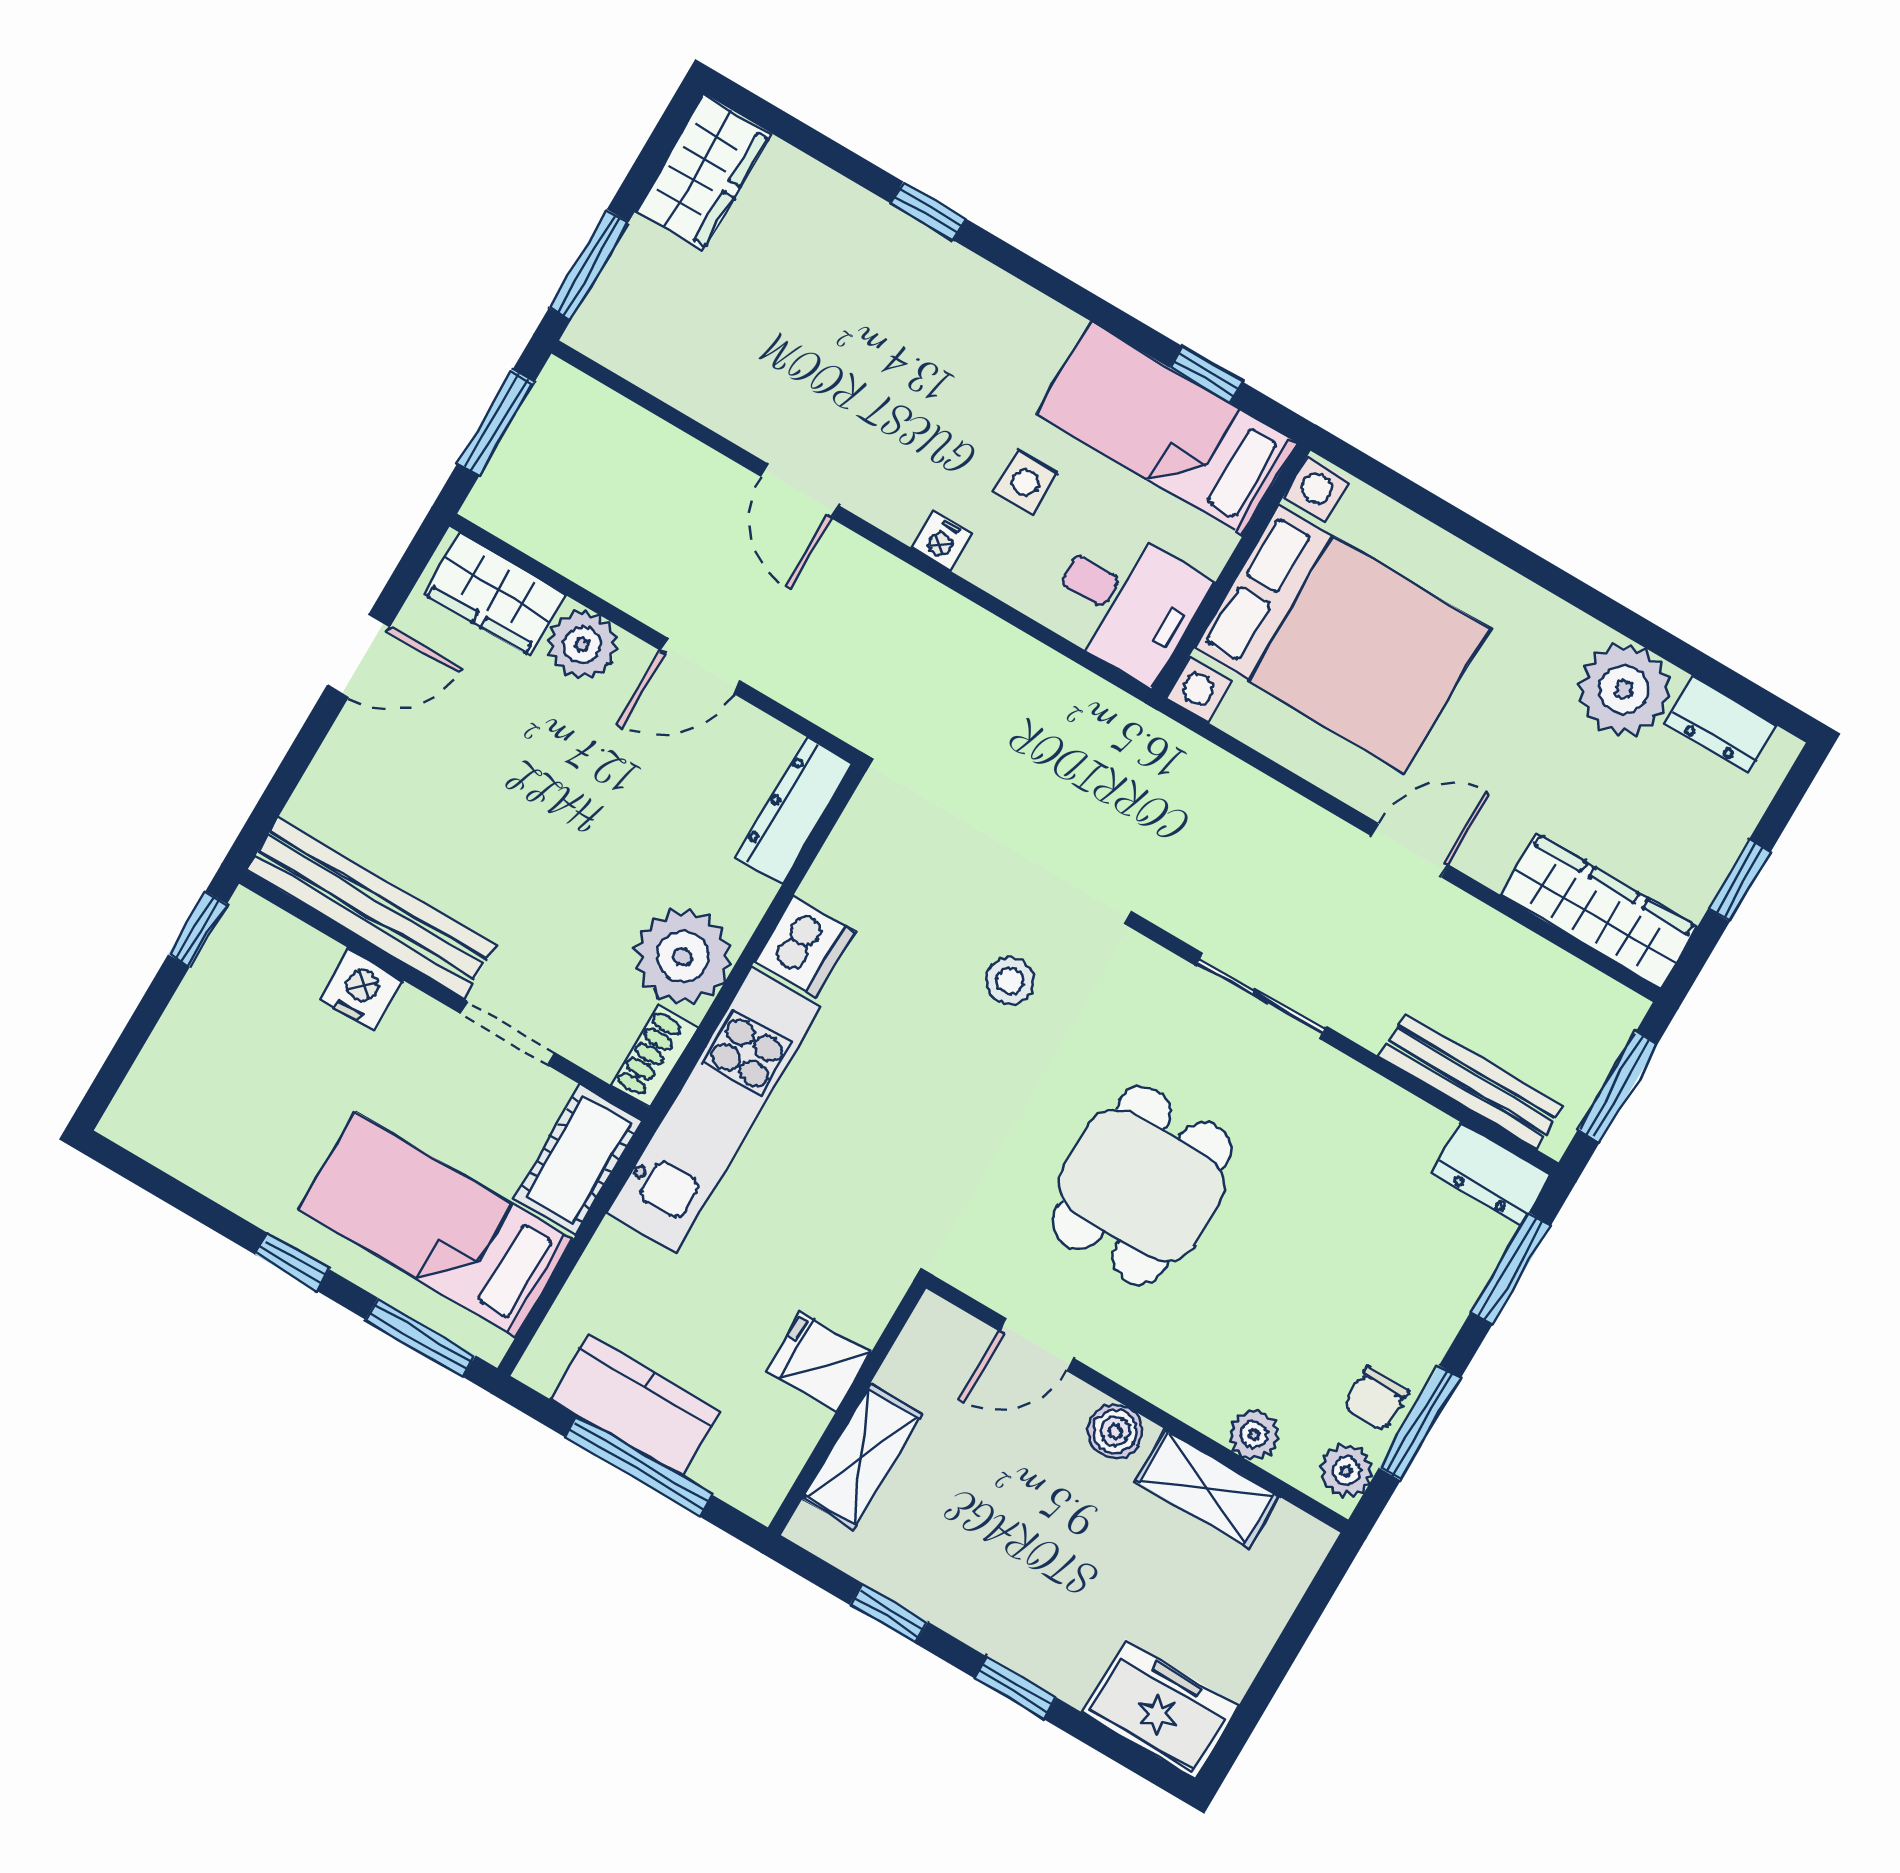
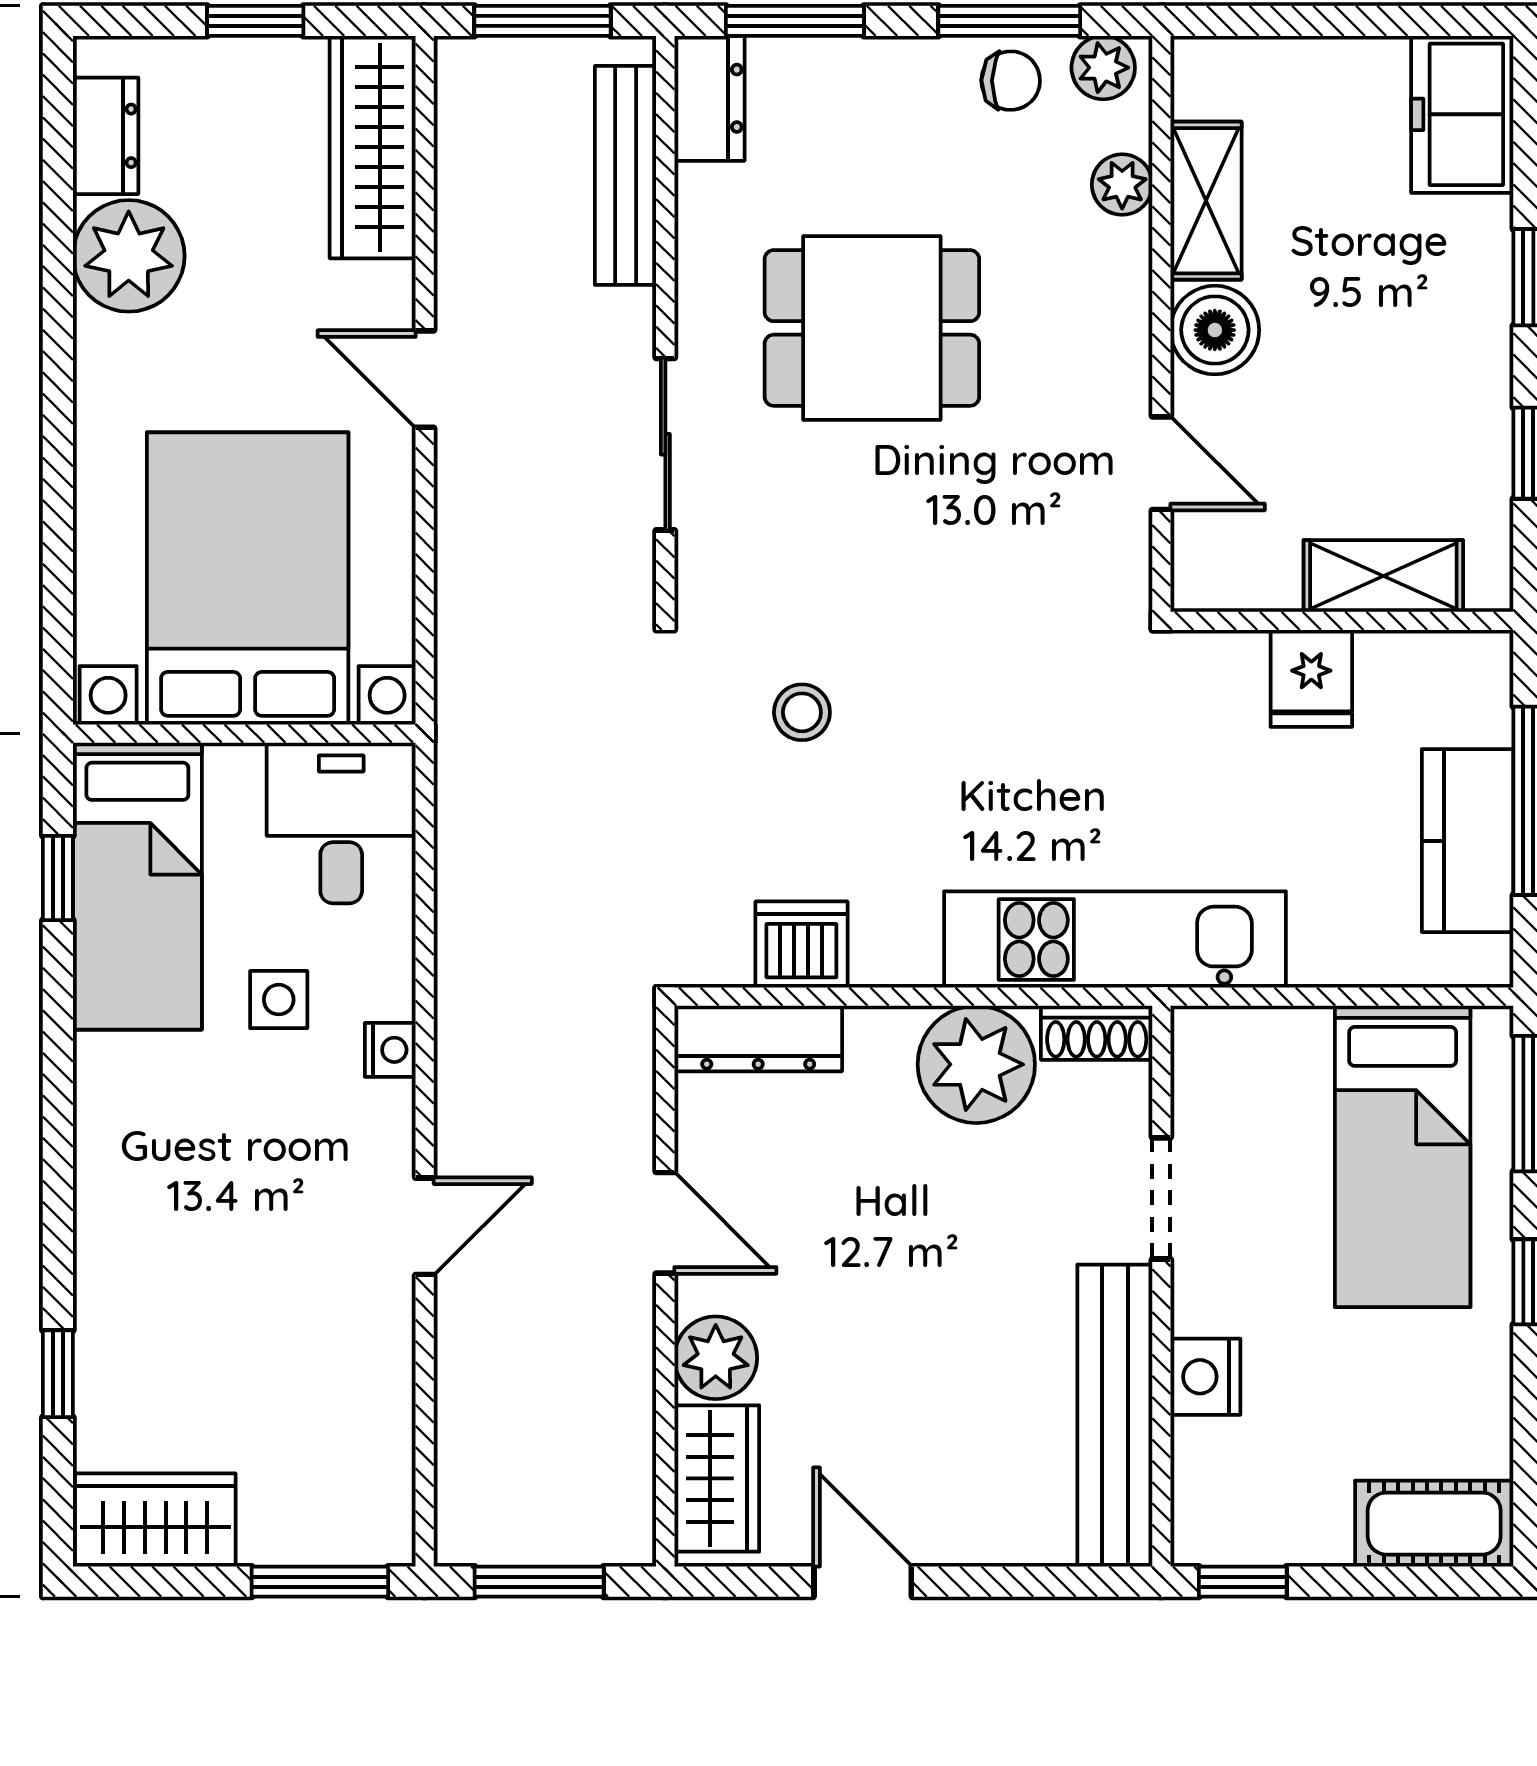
window: (928, 211) -> (58, 1374), moved
dishwasher: (805, 947) -> (801, 945), moved
cot: (578, 1160) -> (1434, 1524), moved
dining table: (1142, 1185) -> (872, 328), moved
boiler: (1115, 1431) -> (1215, 330), width x1.36, depth x1.36

